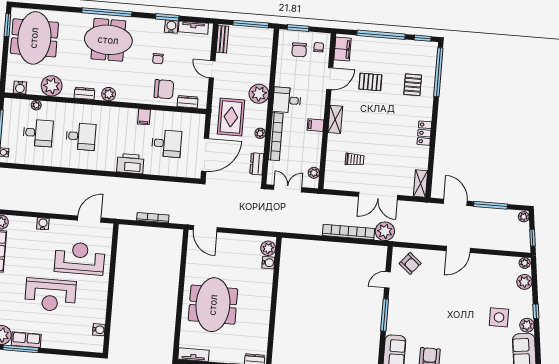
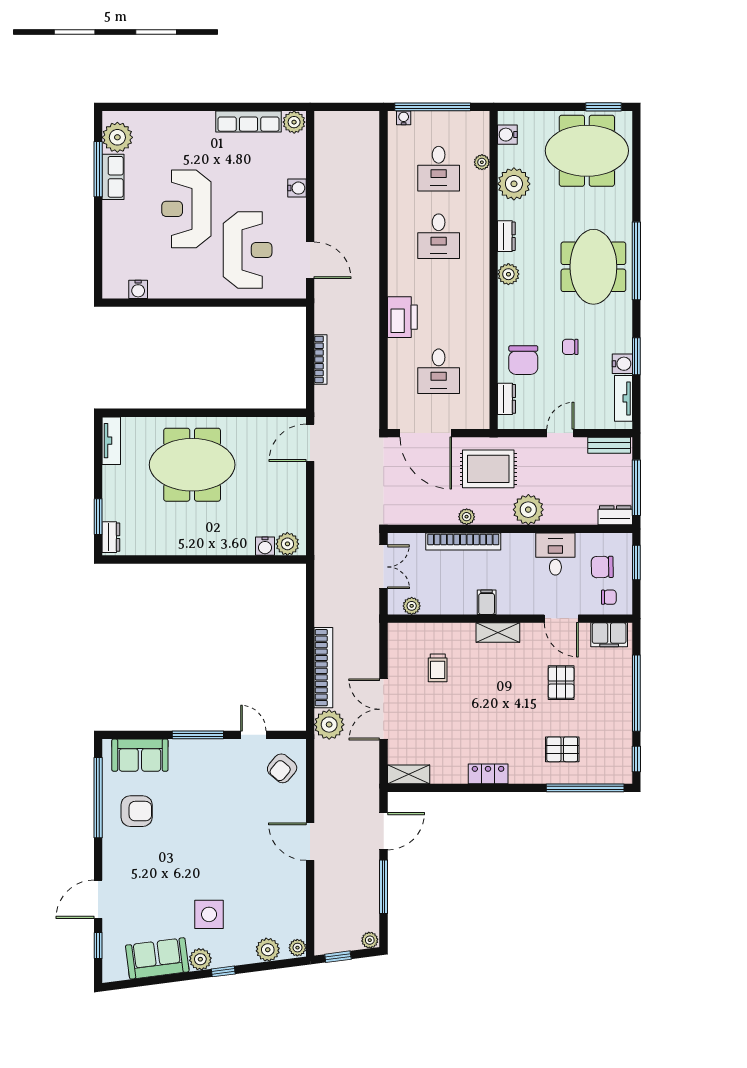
desk: (287, 100) -> (555, 554), moved
filing cabinet: (144, 117) -> (477, 332), removed
dresser: (257, 164) -> (615, 515), moved

